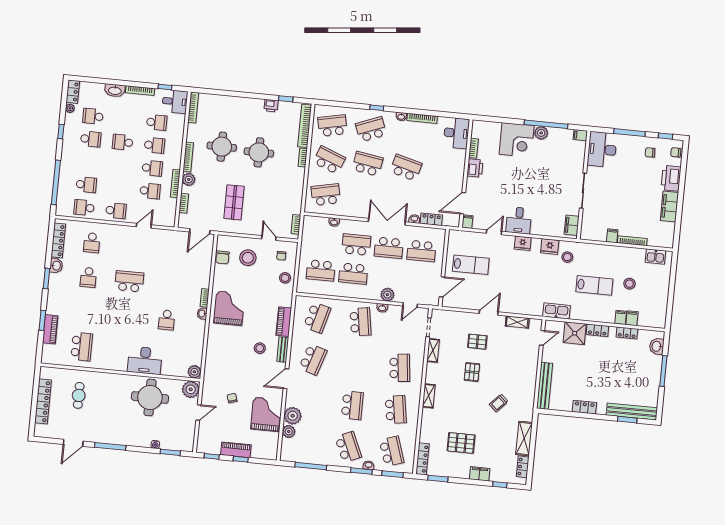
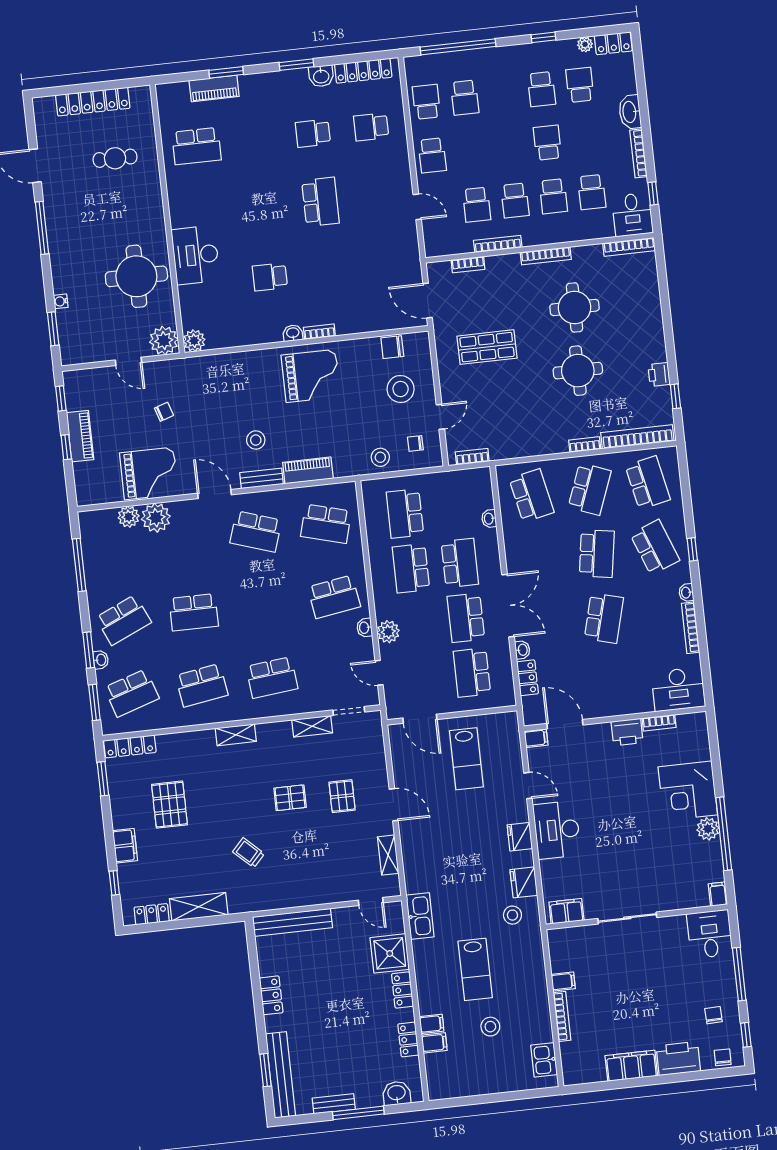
desk: (602, 149) -> (710, 934), width x0.73
plant: (189, 179) -> (509, 264), removed
desk: (519, 220) -> (557, 830), width x1.37
bench: (655, 384) -> (334, 1104), added

